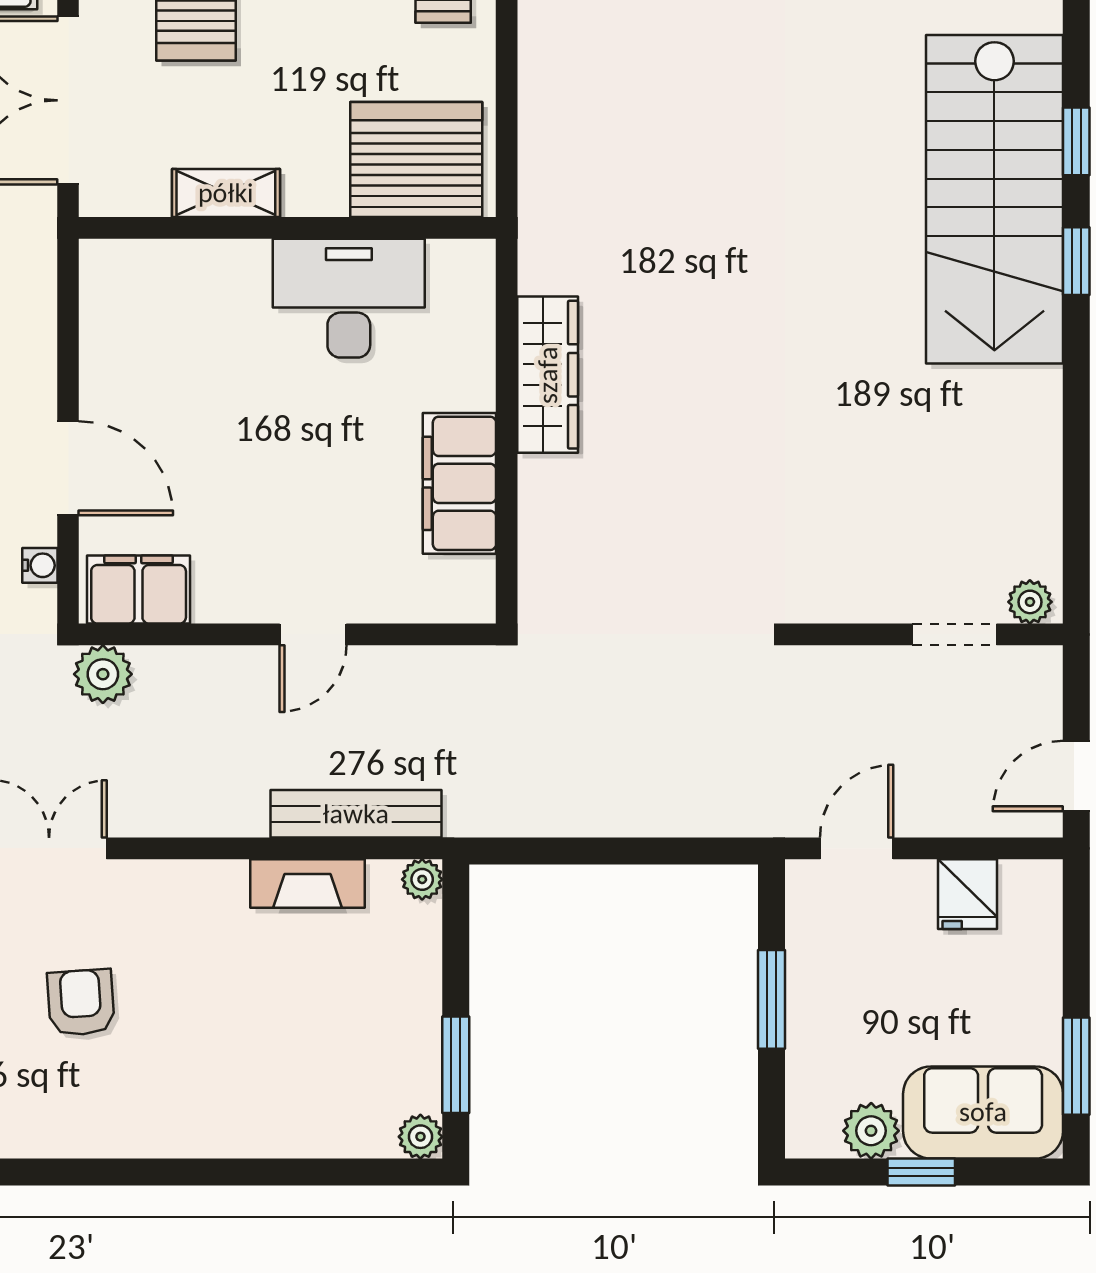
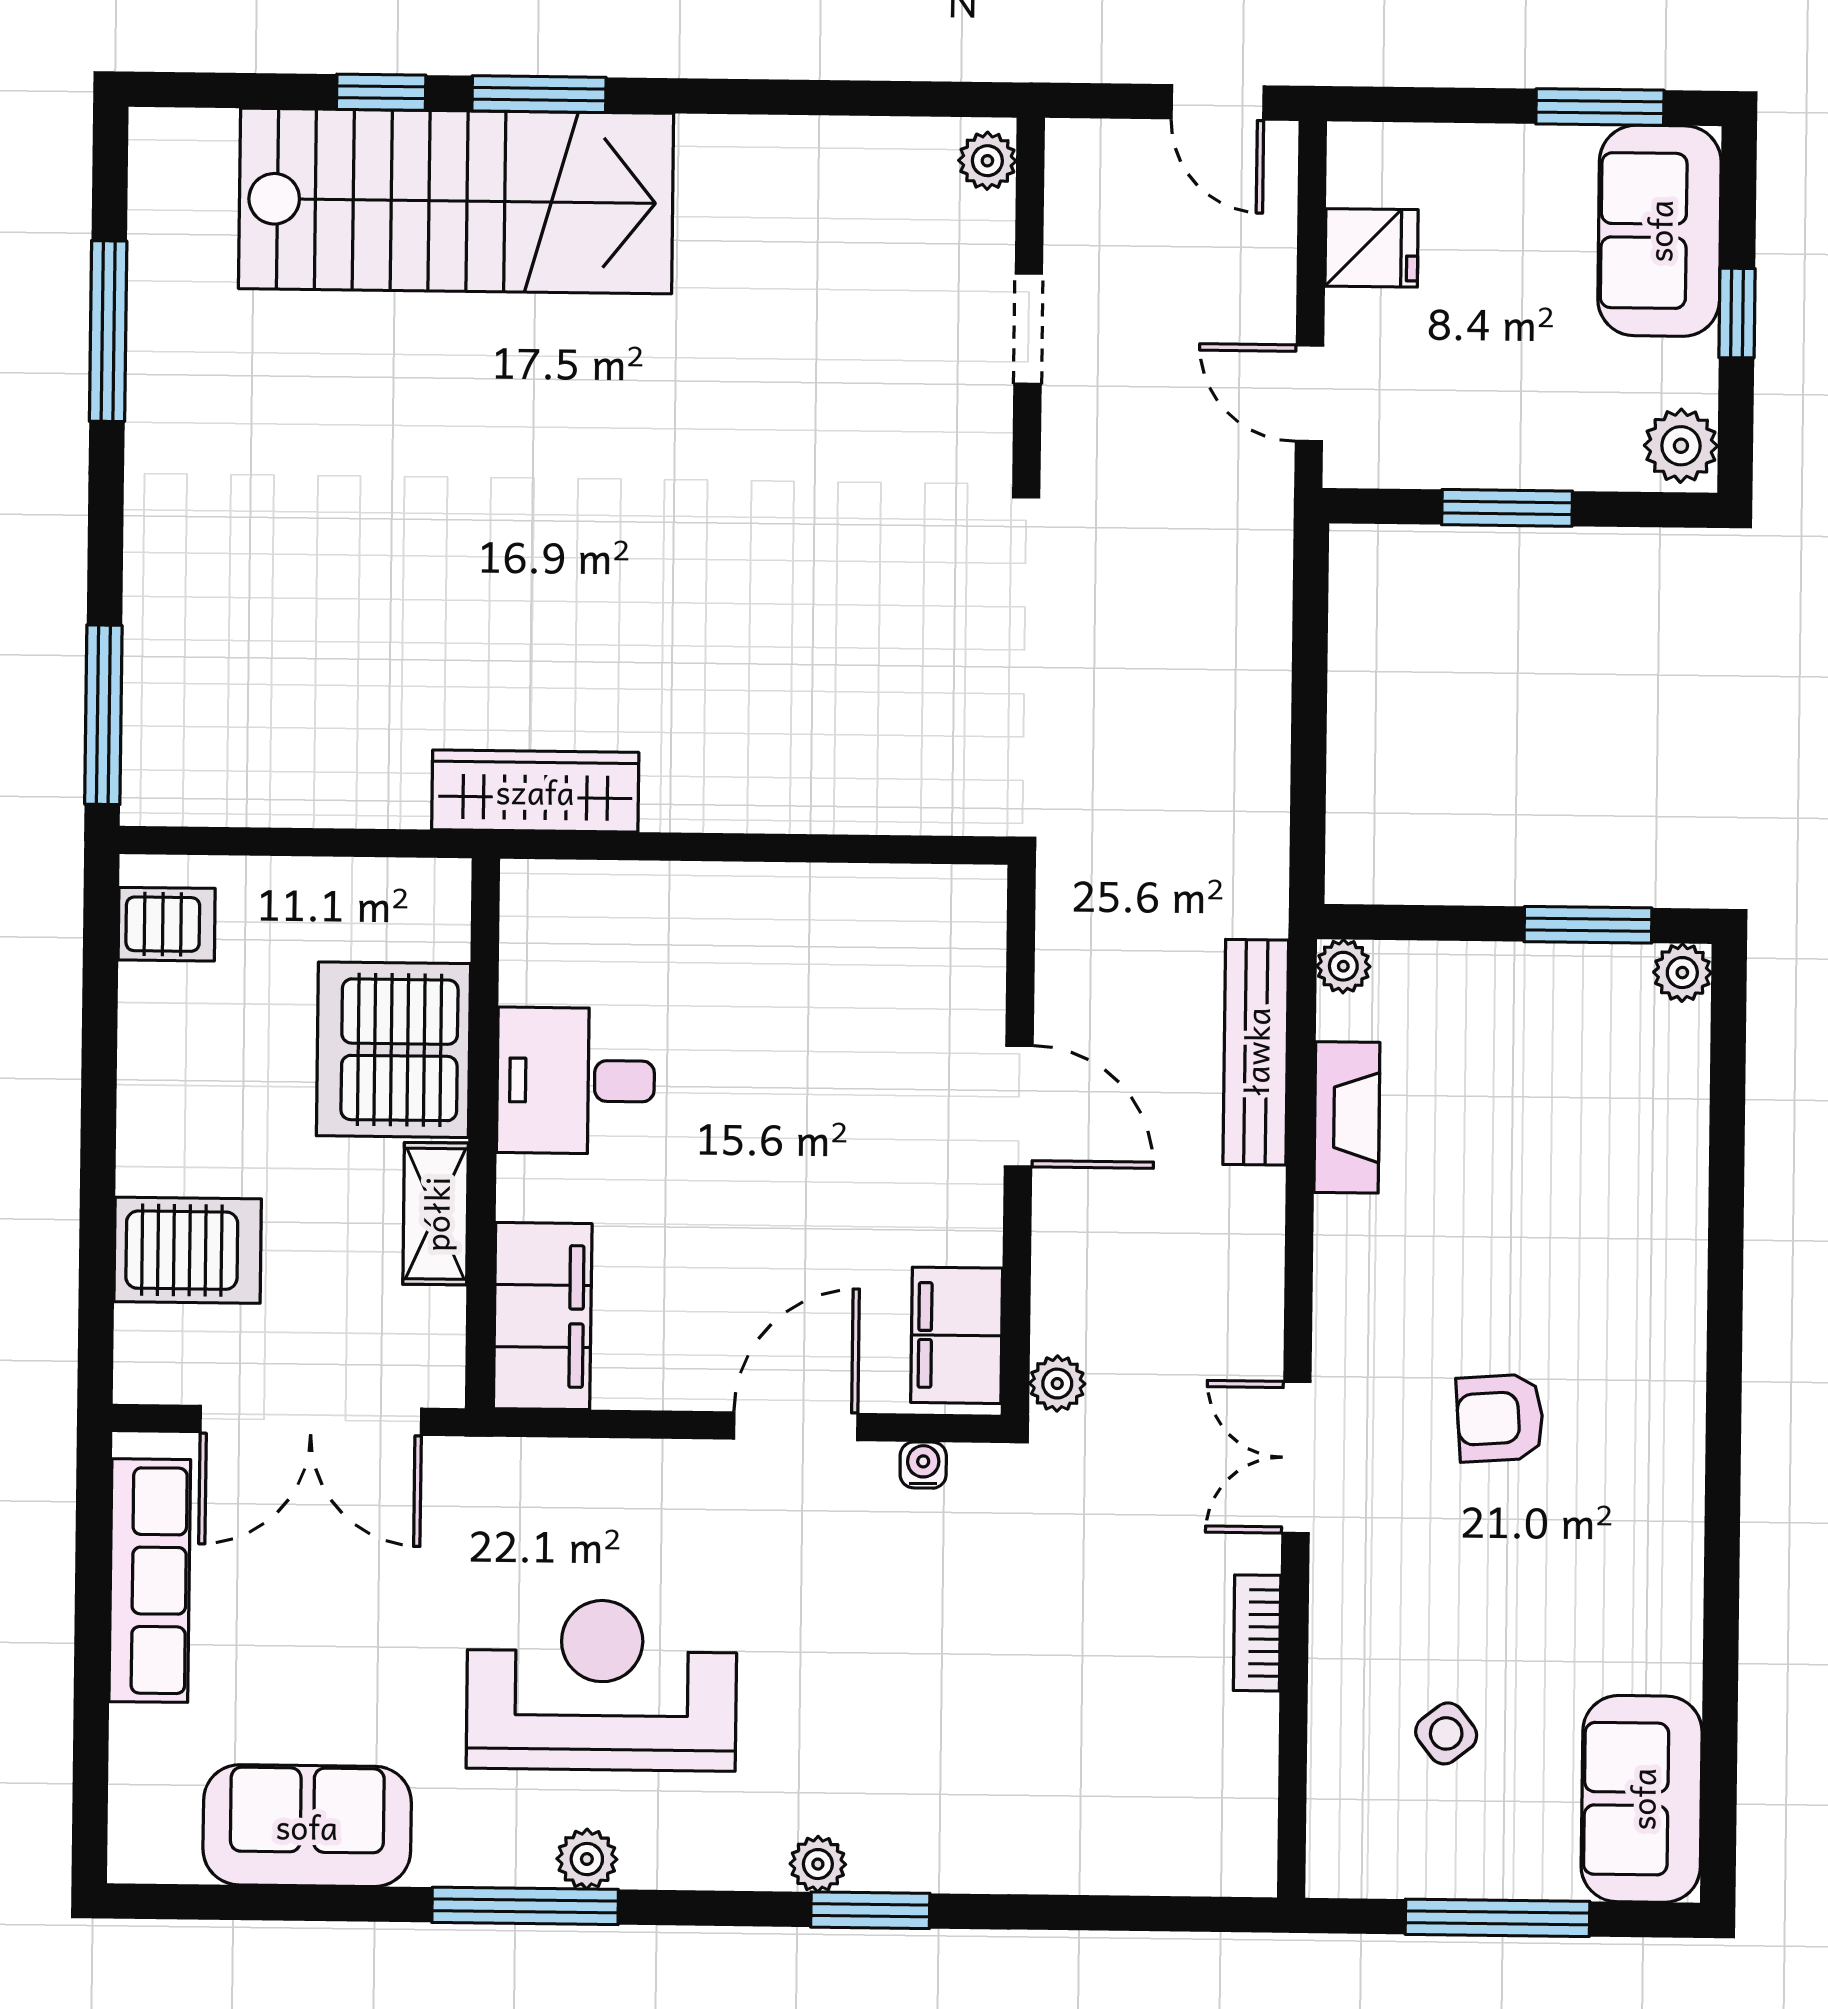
server rack: (416, 160) -> (393, 1050), moved
window: (1076, 261) -> (539, 94), width x1.50
desk: (349, 298) -> (576, 1081), width x0.73
wardrobe: (548, 375) -> (535, 791), moved
filing cabinet: (459, 483) -> (543, 1316), moved, turned -90
door: (313, 634) -> (1019, 1106), width x1.38
doorway: (955, 634) -> (1028, 329), moved
plant: (103, 674) -> (1057, 1384), width x0.73, depth x0.73
plant: (871, 1131) -> (1681, 446), moved

